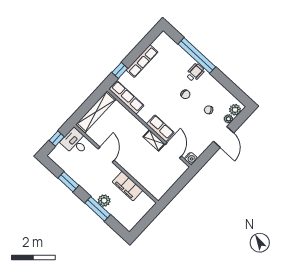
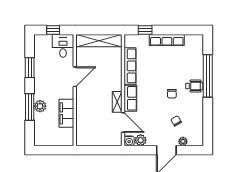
row of seats: (126, 97) -> (130, 66), moved
plant: (235, 110) -> (141, 140), moved
door: (173, 150) -> (123, 123), hinge flipped

